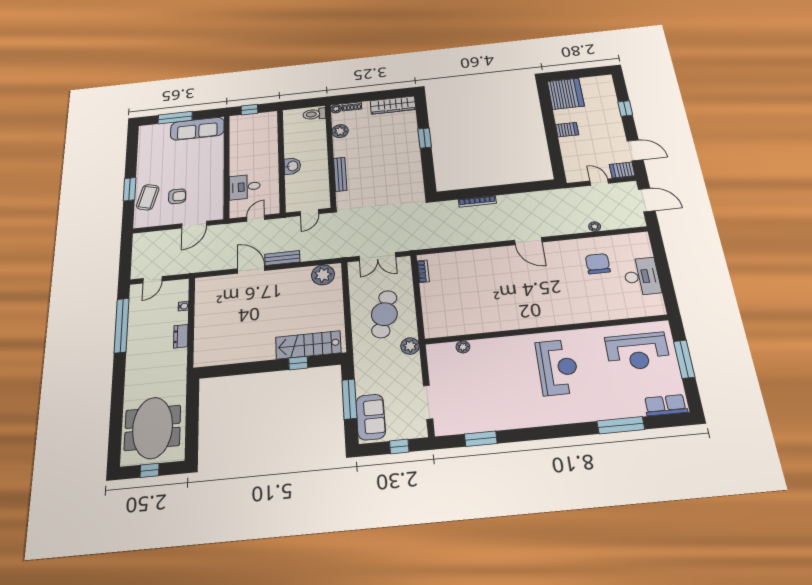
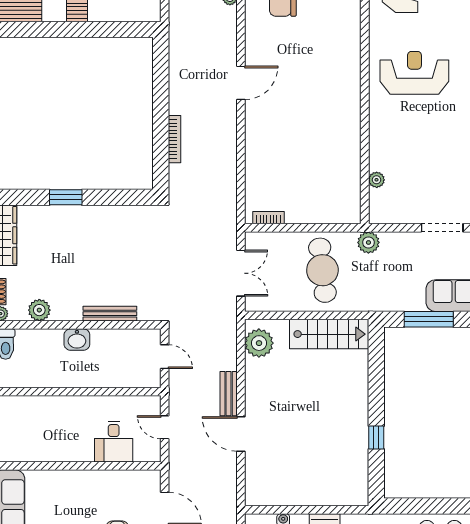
washbasin: (292, 166) -> (77, 340), moved, turned 180
door: (251, 270) -> (241, 434), hinge flipped
cafe table: (384, 314) -> (322, 270), turned 68
stairs: (308, 345) -> (329, 334), moved, turned -90
window: (298, 363) -> (376, 437), moved

